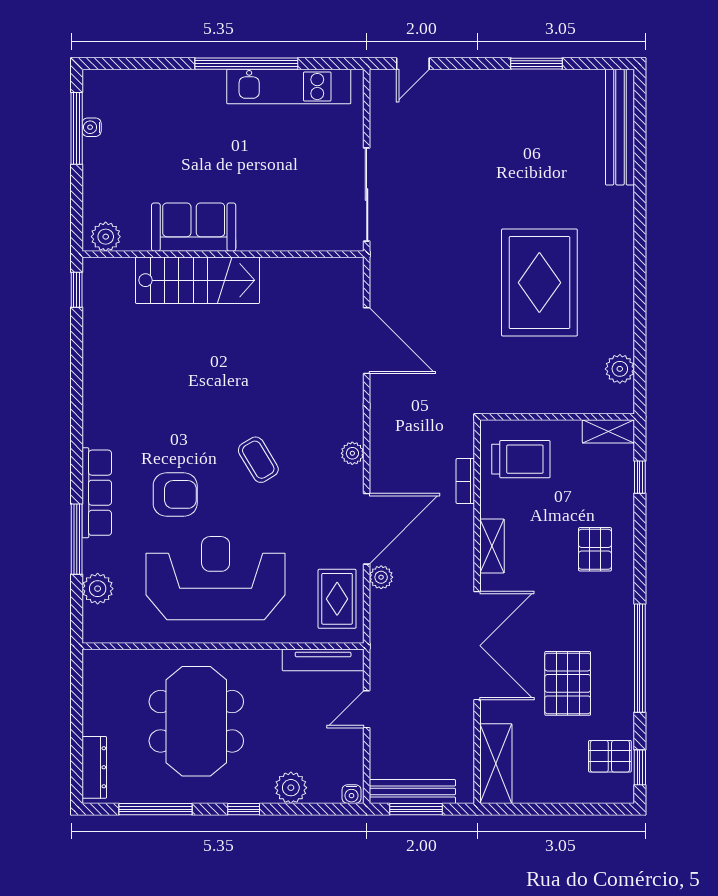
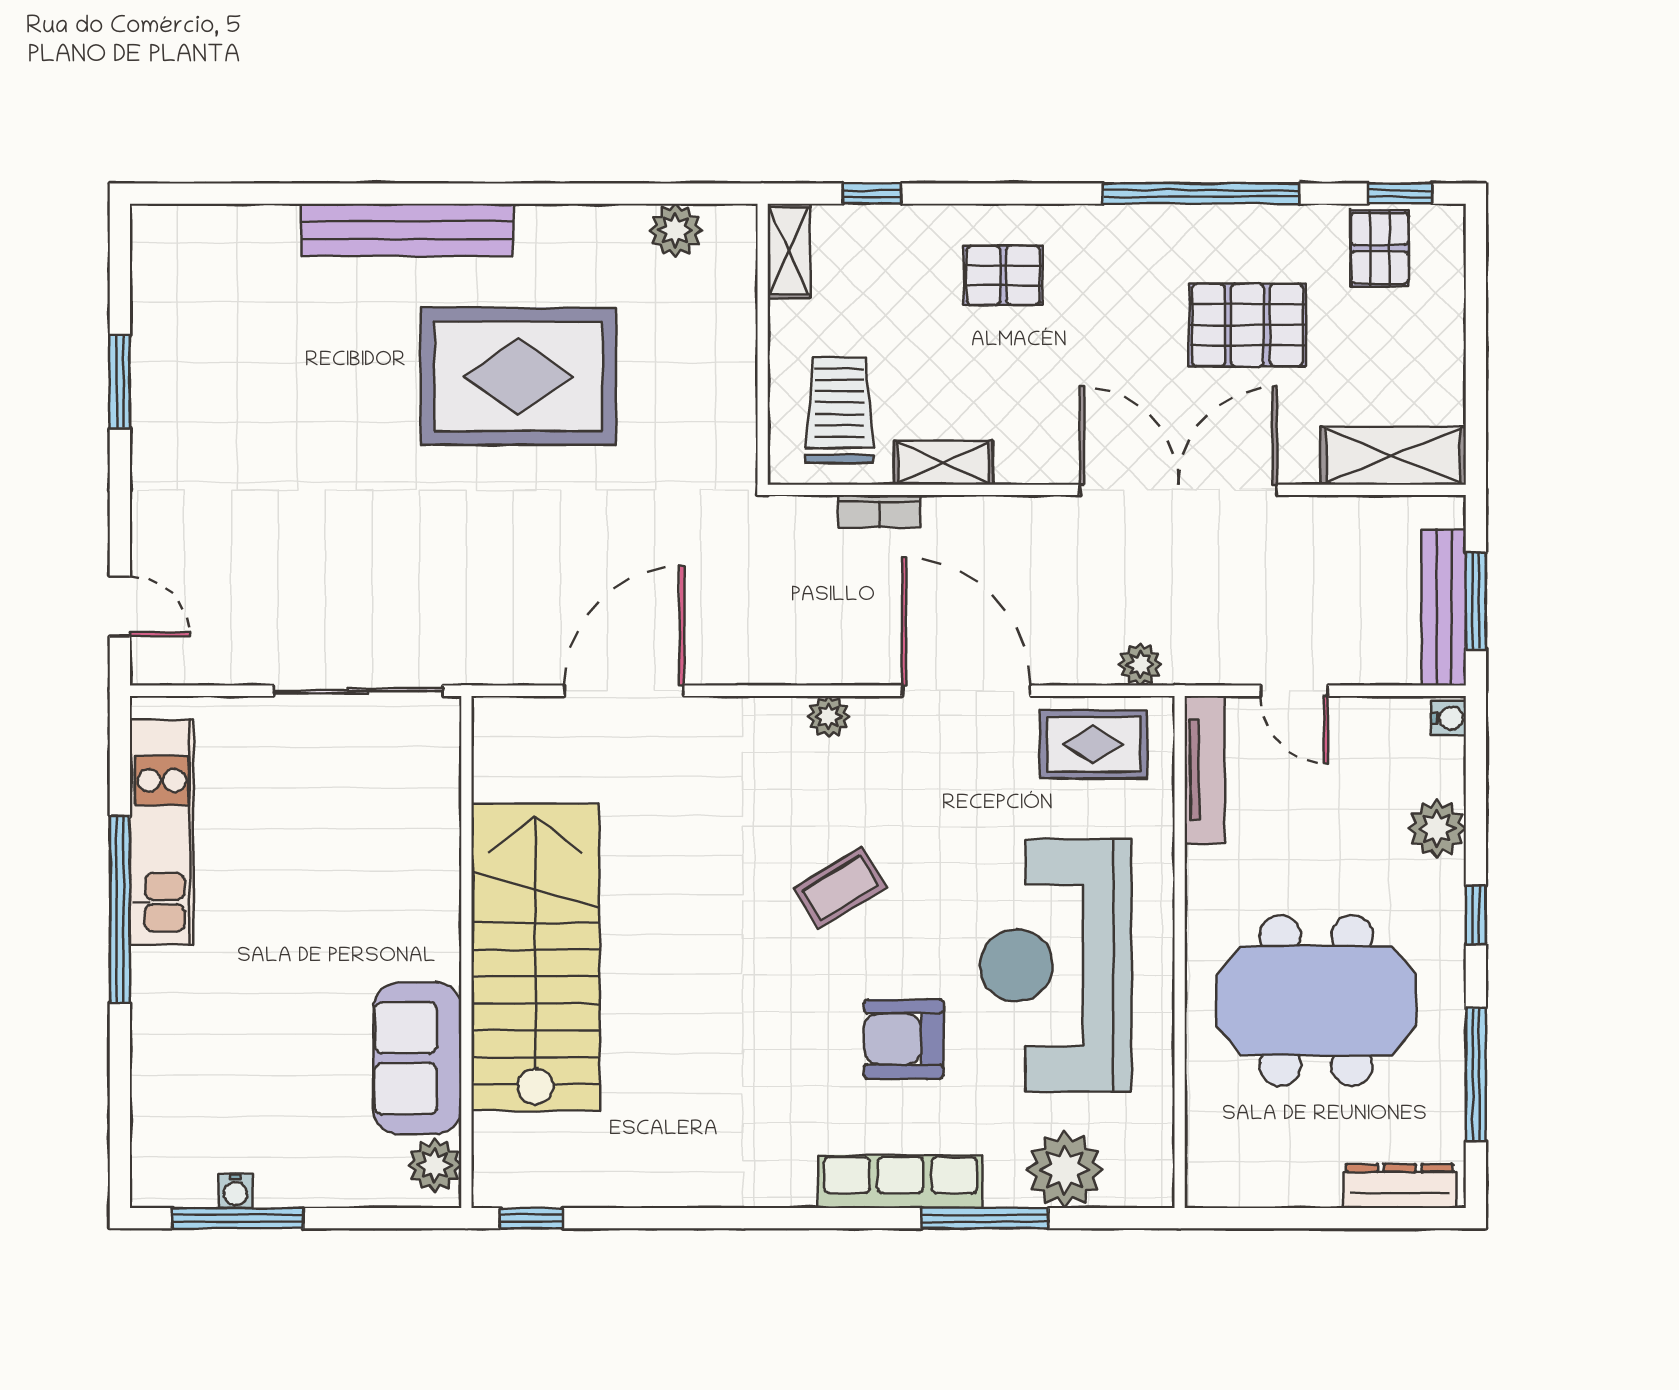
bench: (620, 127) -> (407, 230), moved
sofa: (194, 227) -> (417, 1058), moved
stairs: (198, 280) -> (535, 957), width x1.36, depth x1.51
armchair: (175, 494) -> (904, 1039), turned -90
shelving: (492, 546) -> (943, 463), moved
plant: (381, 577) -> (1140, 664), moved
plant: (98, 589) -> (1065, 1170), width x1.36, depth x1.36

